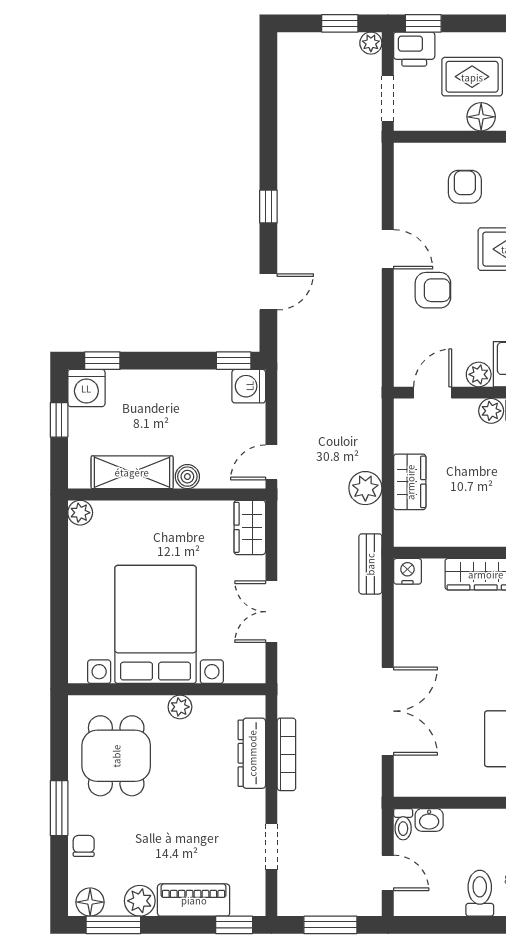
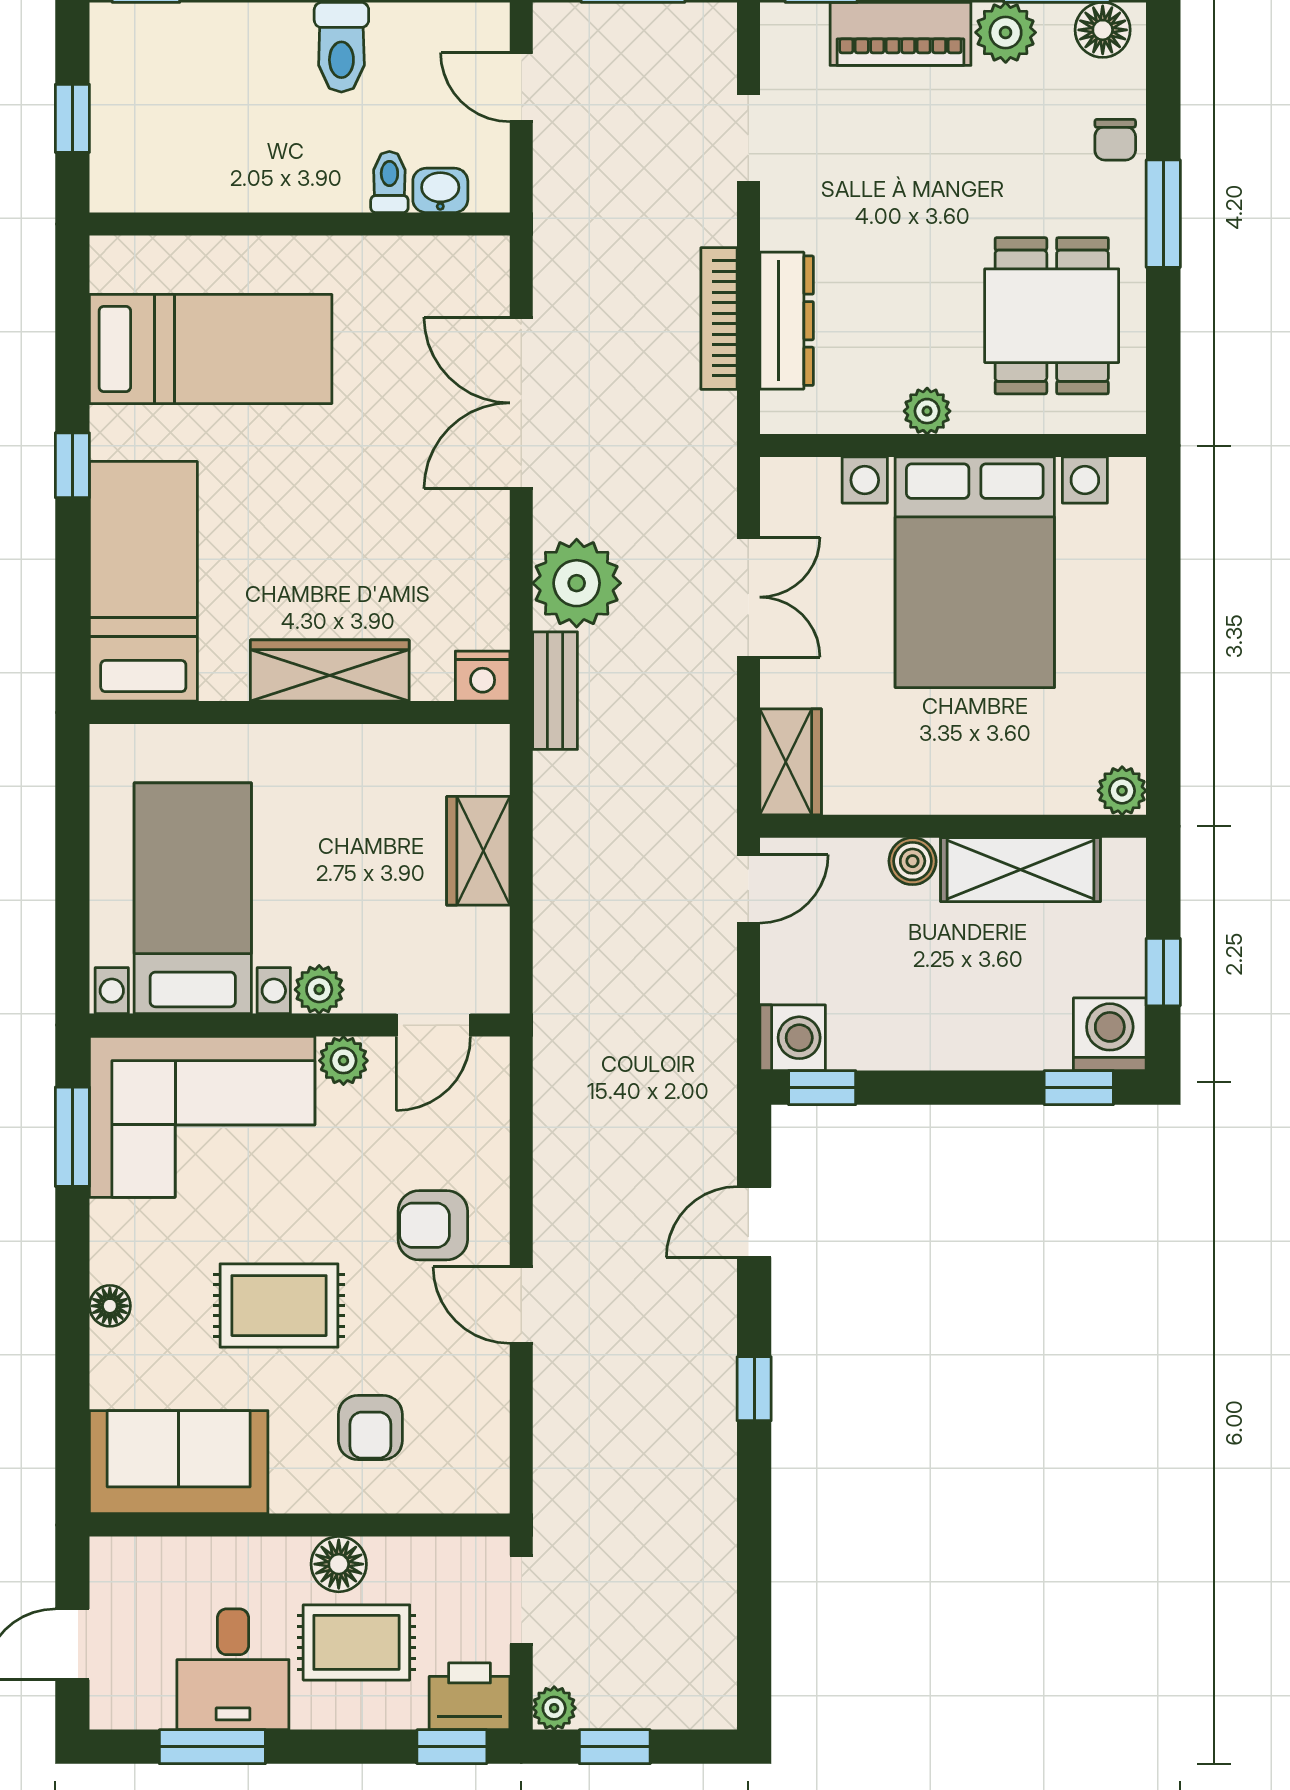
plant: (365, 488) -> (577, 583), moved, width x1.36, depth x1.36
toilet: (403, 824) -> (389, 182), moved

